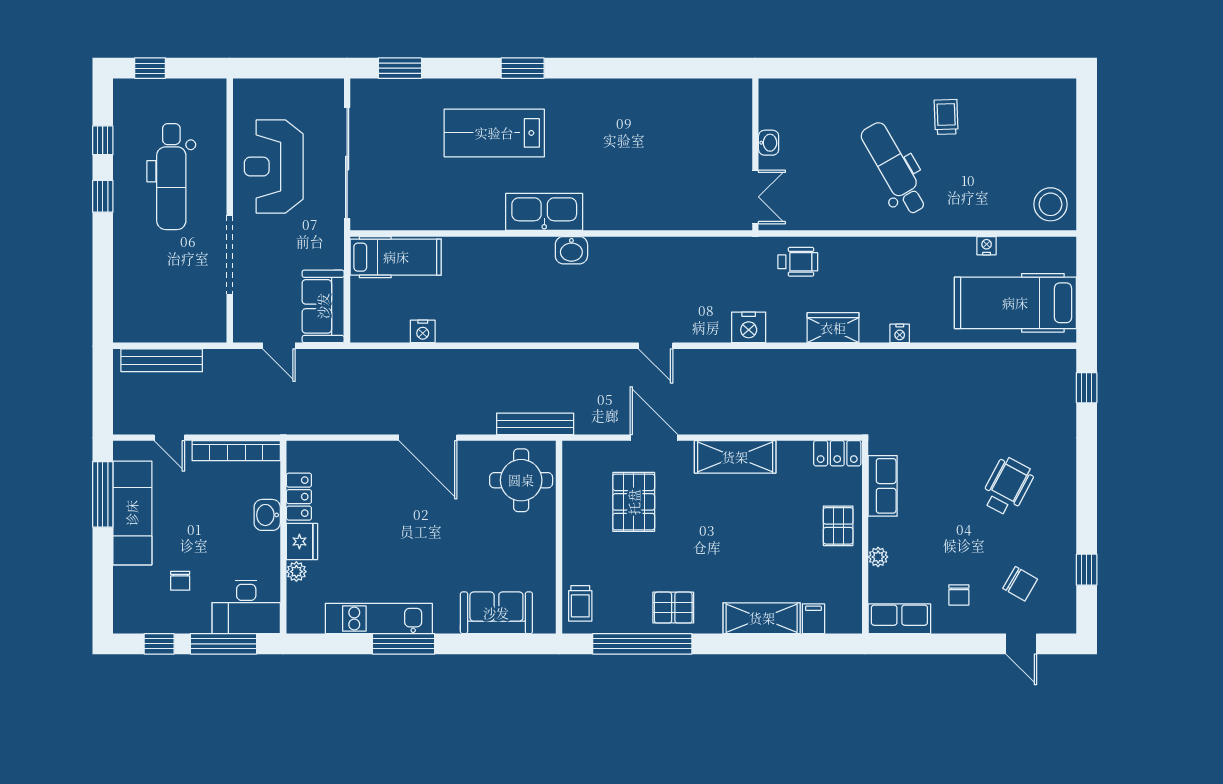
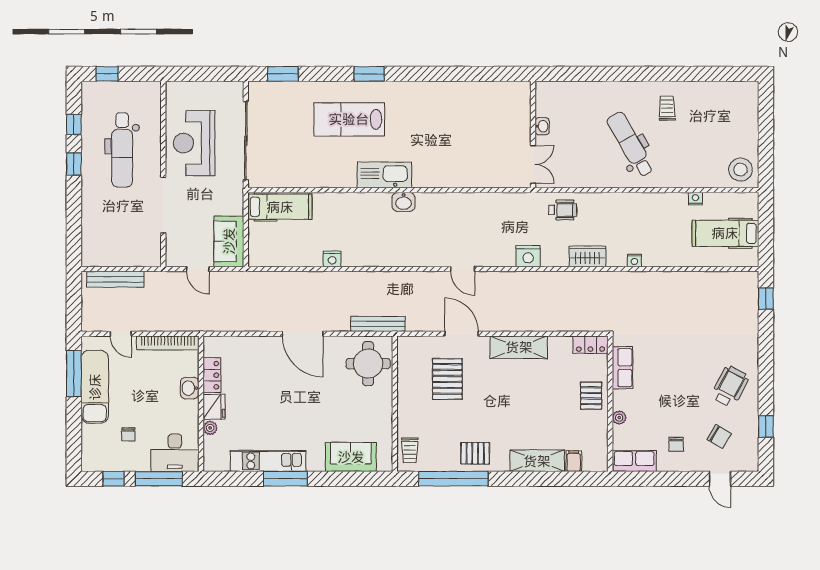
hospital bed: (1015, 303) -> (725, 233), width x0.73, depth x0.78
nightstand: (423, 331) -> (332, 259), moved
wheelchair: (1007, 486) -> (730, 386), moved

